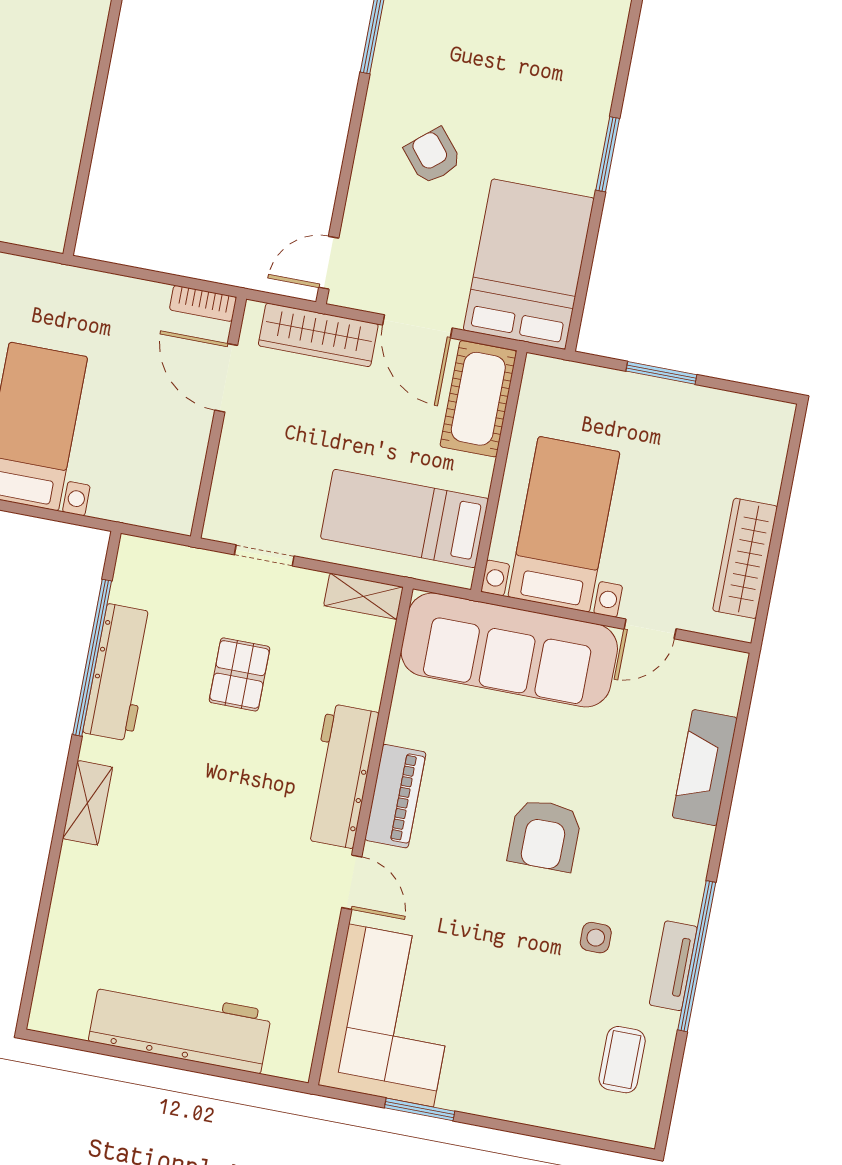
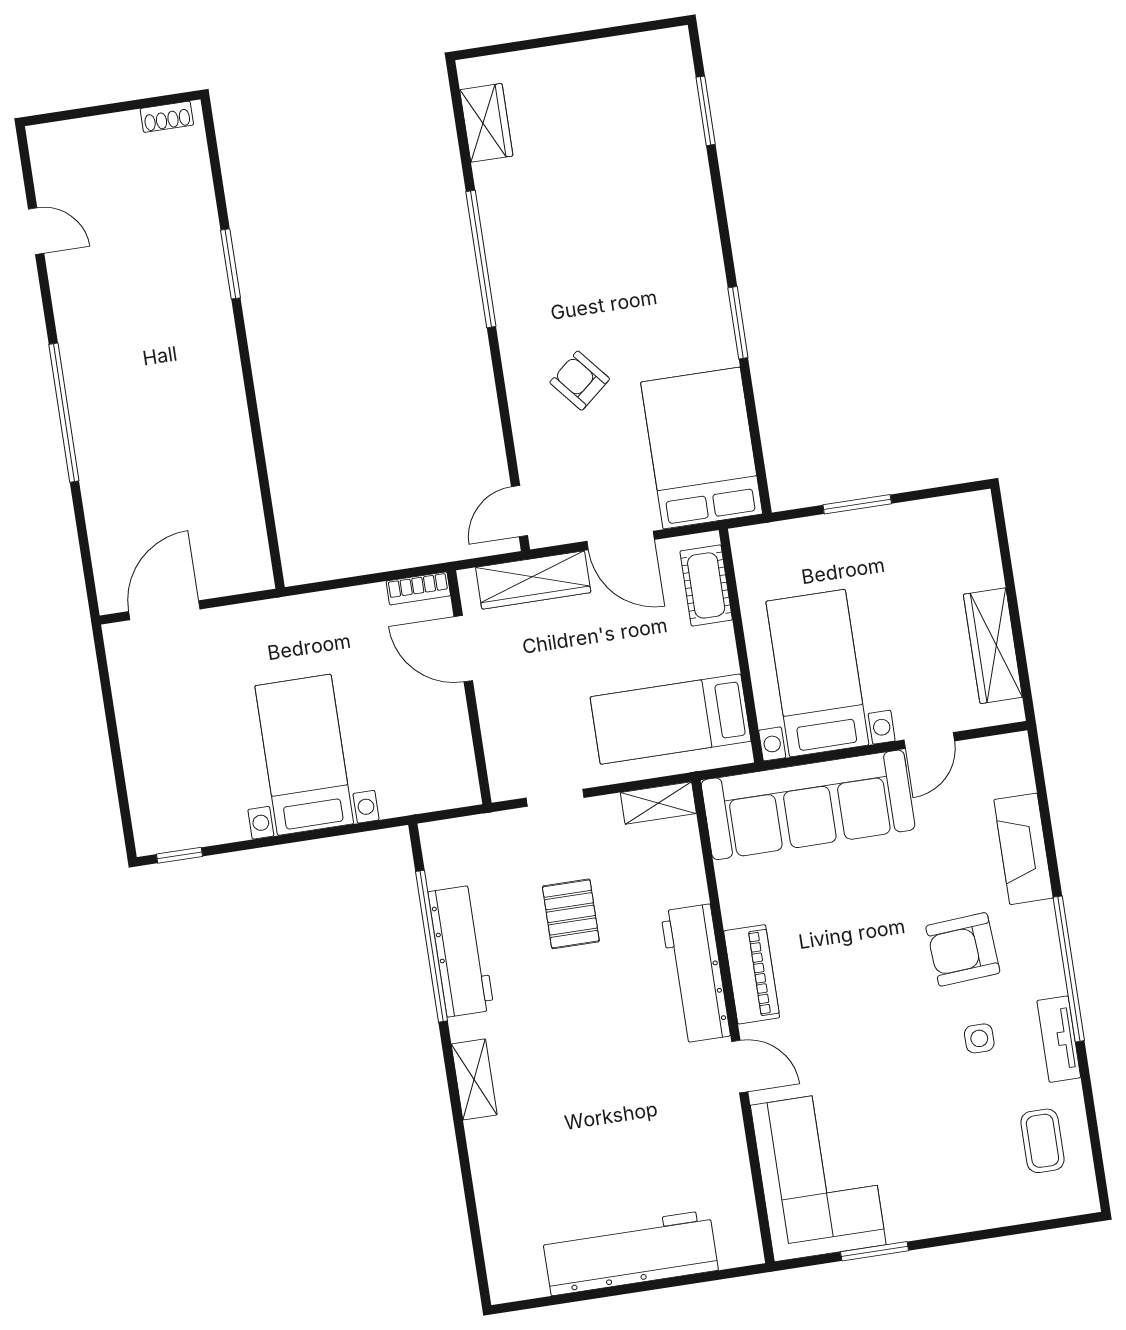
cot: (478, 399) -> (706, 585), width x0.73, depth x0.75
armchair: (545, 835) -> (963, 949), moved, turned 86
window: (697, 956) -> (1069, 969), moved

